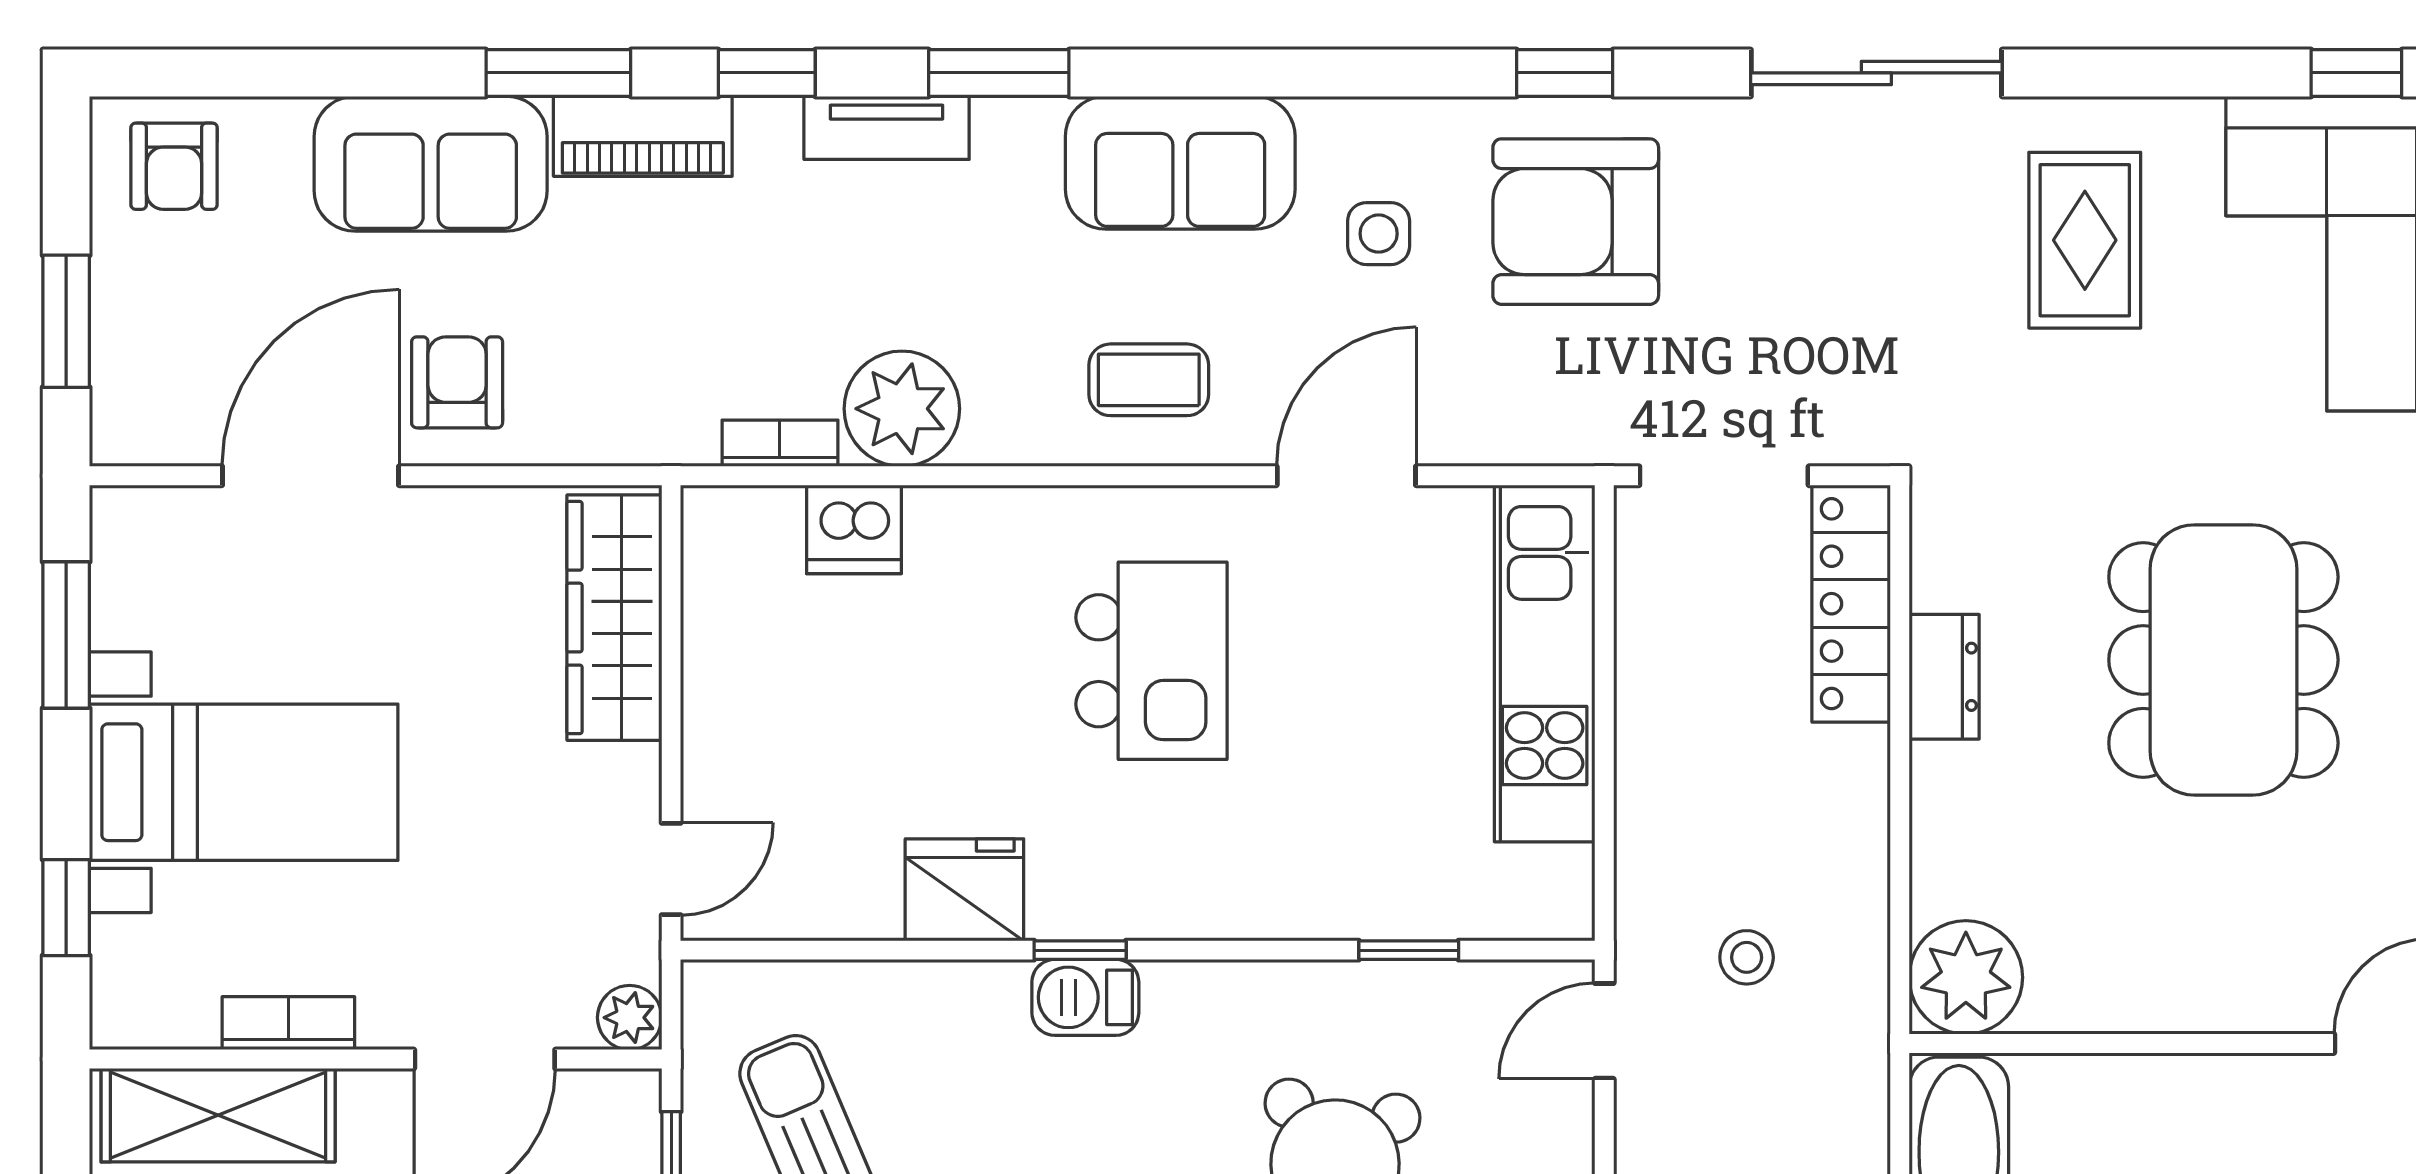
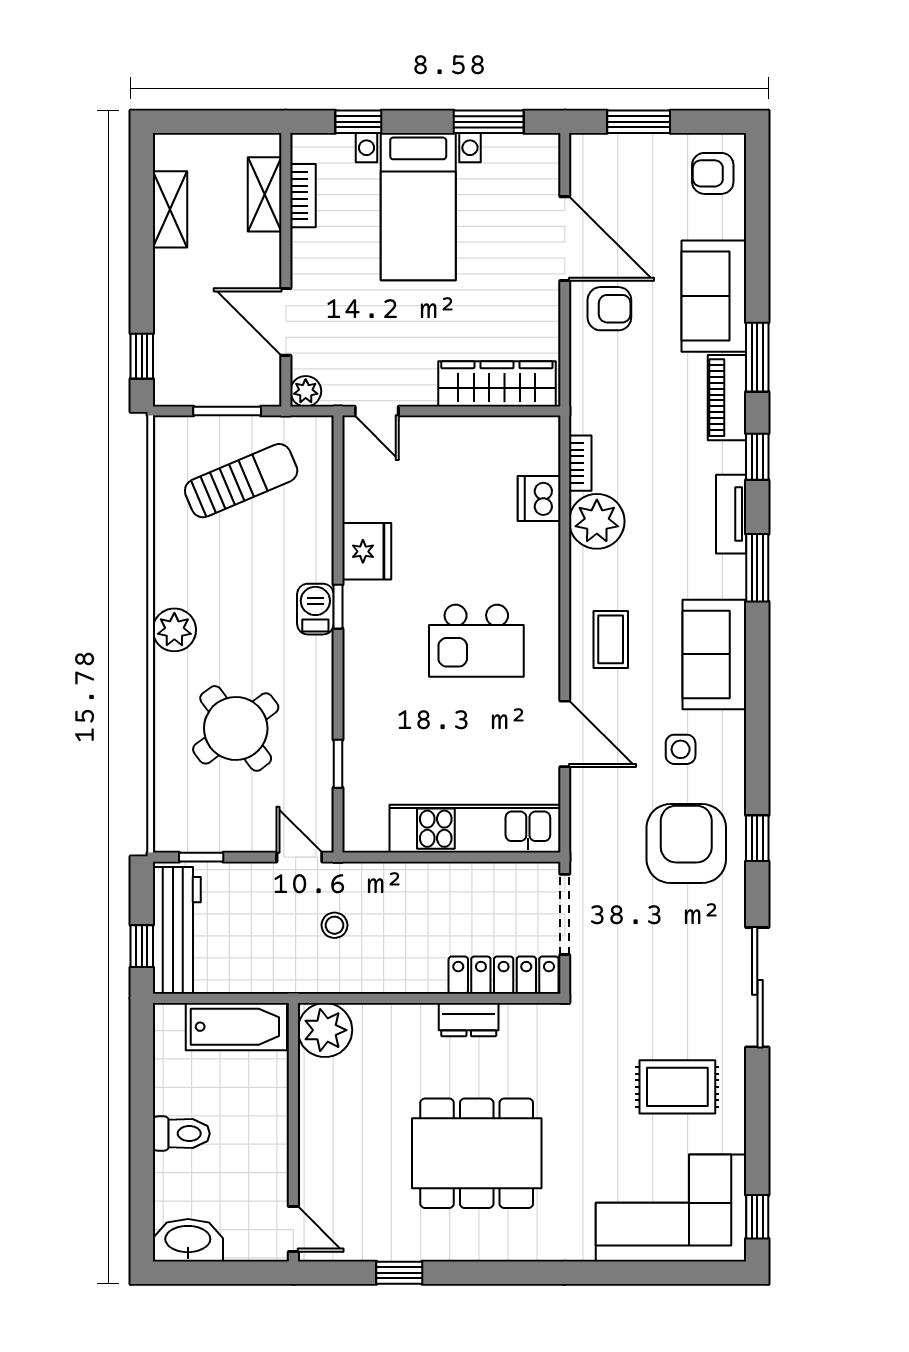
bookcase: (288, 1023) -> (303, 196), moved
shelving: (218, 1115) -> (265, 194), width x0.67, depth x0.75

